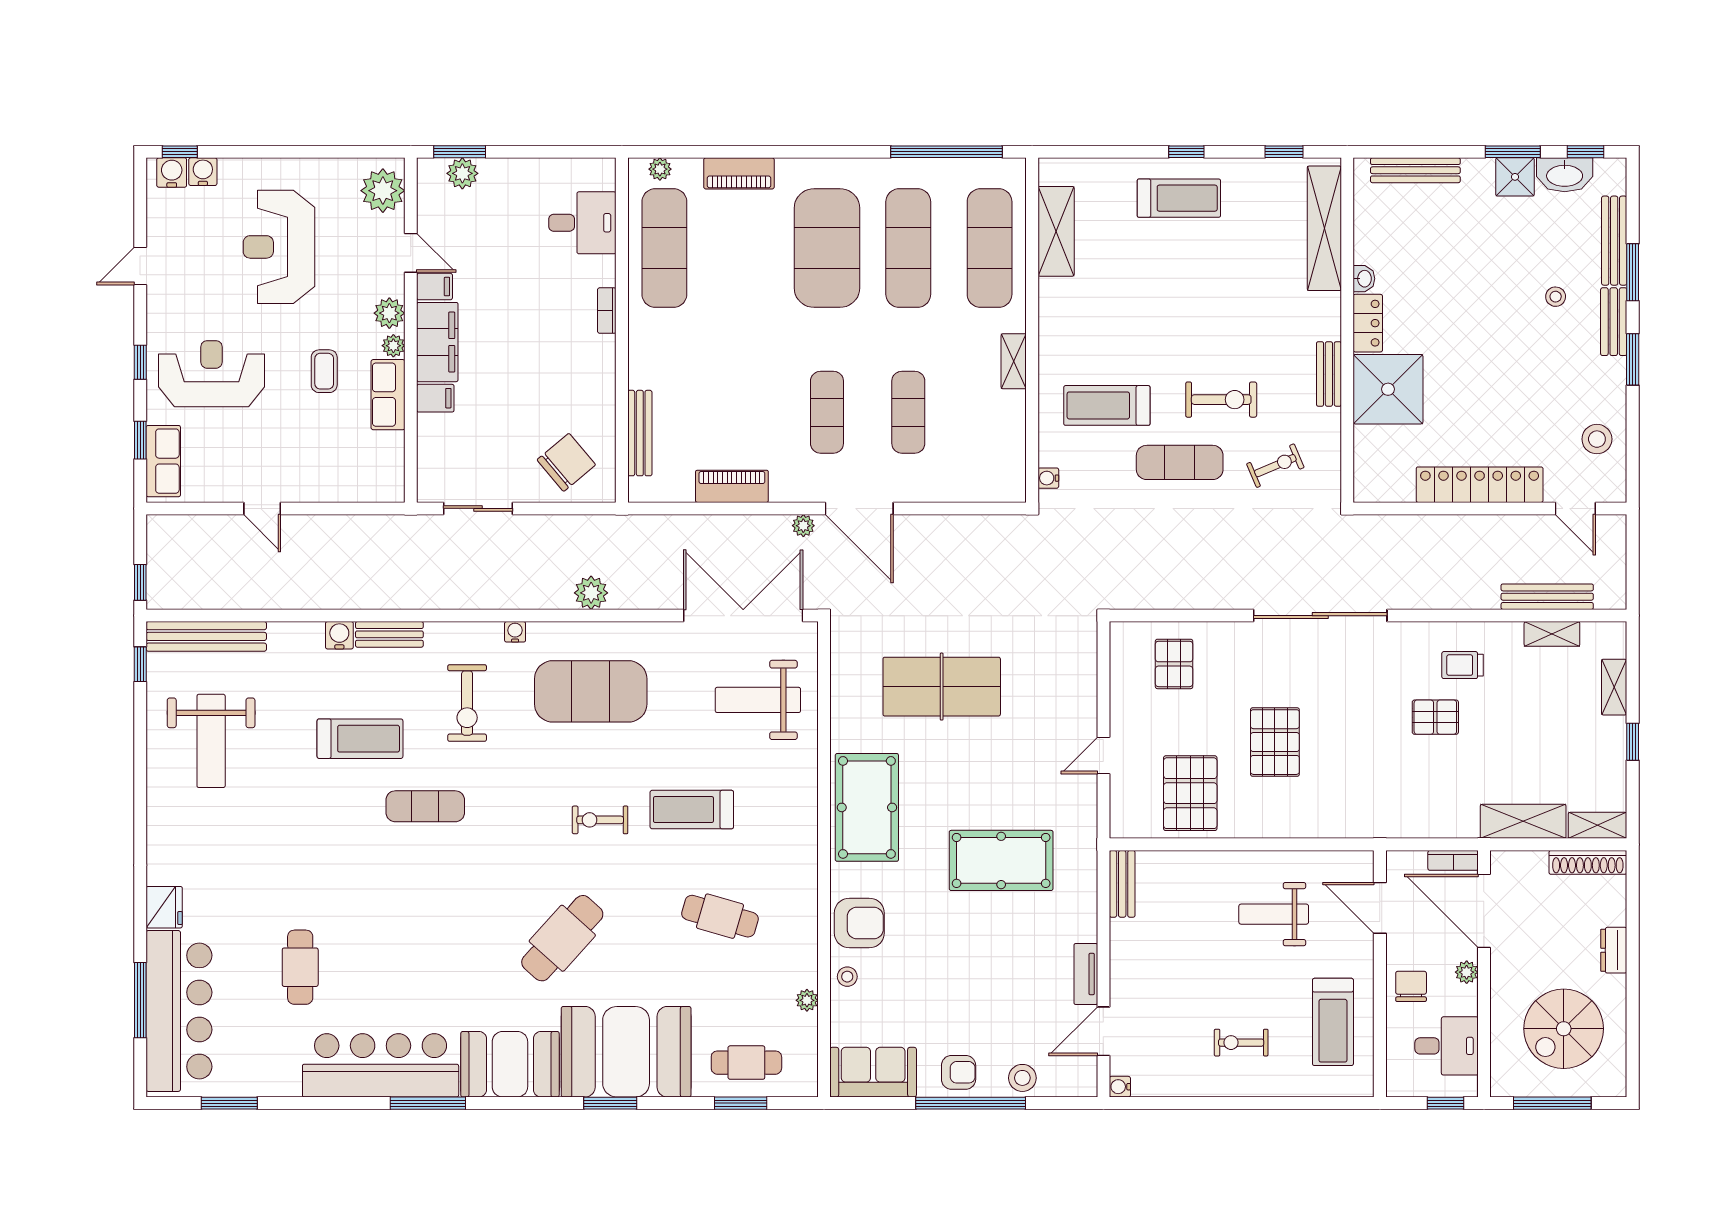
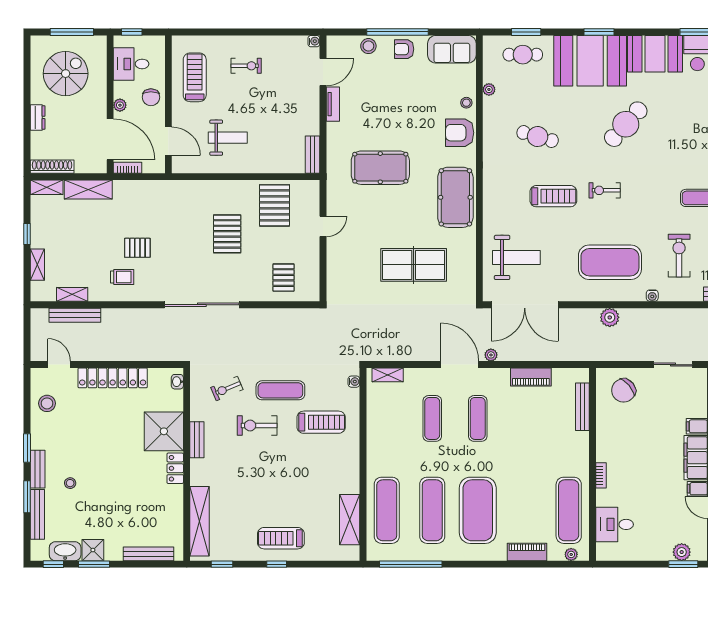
washbasin: (1364, 279) -> (177, 382), moved
shelving: (1014, 361) -> (388, 375), moved, turned 90
exercise bike: (600, 820) -> (605, 190), turned 180

